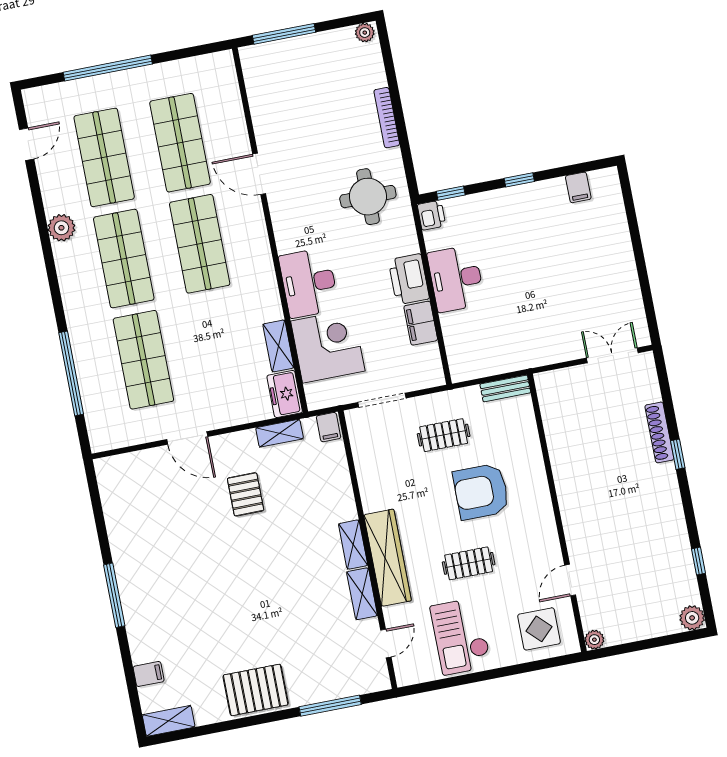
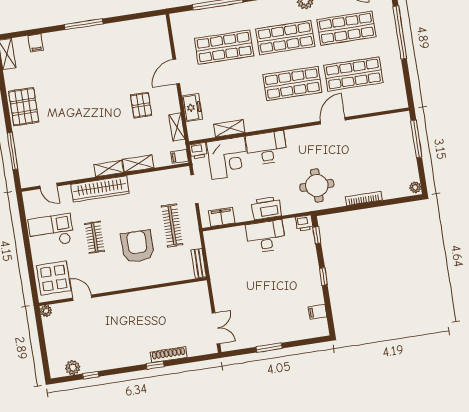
window: (641, 266) -> (269, 348), added
filing cabinet: (421, 323) -> (222, 217), moved
freezer: (285, 394) -> (192, 108), moved, turned 90
printer: (318, 396) -> (198, 151), added
clothes rail: (444, 435) -> (172, 225), width x1.36
pallet: (246, 494) -> (141, 105), turned 90
shelving: (362, 594) -> (138, 164), moved
plant: (692, 618) -> (73, 368), moved
display table: (539, 629) -> (54, 278), width x1.36, depth x1.36

